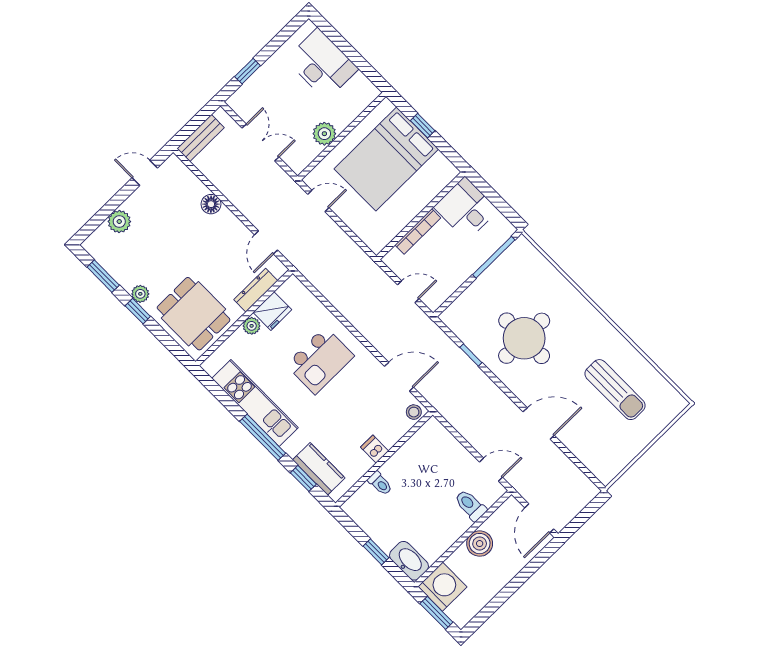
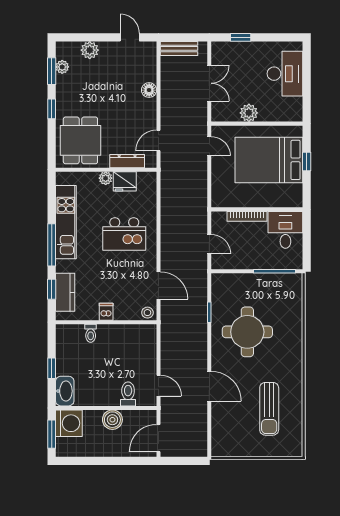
plant: (140, 294) -> (62, 67), moved

